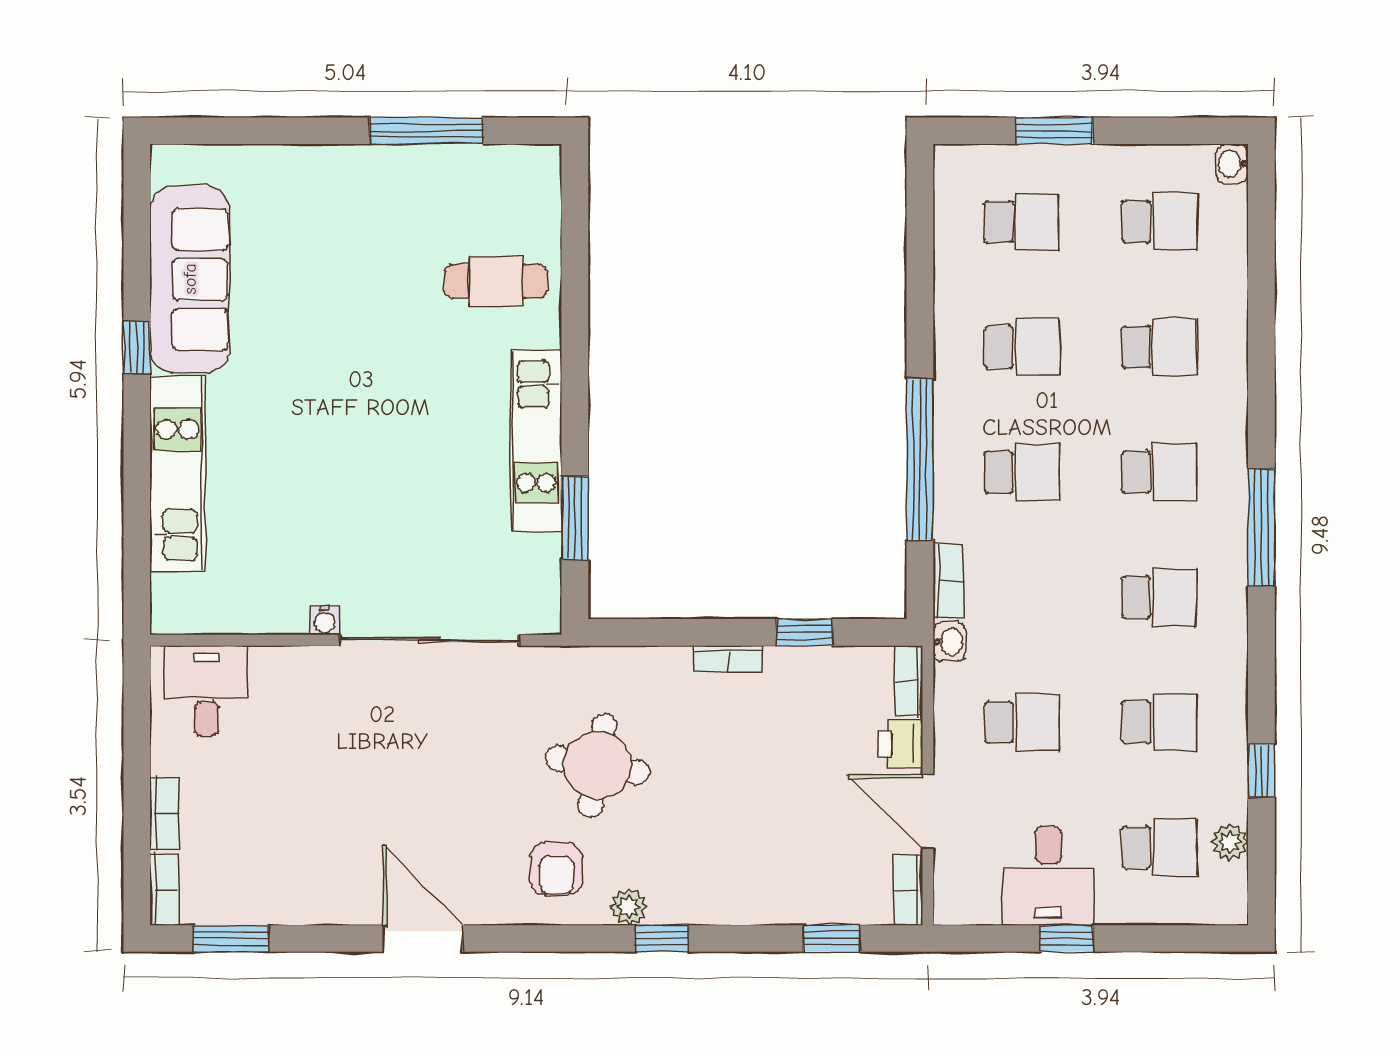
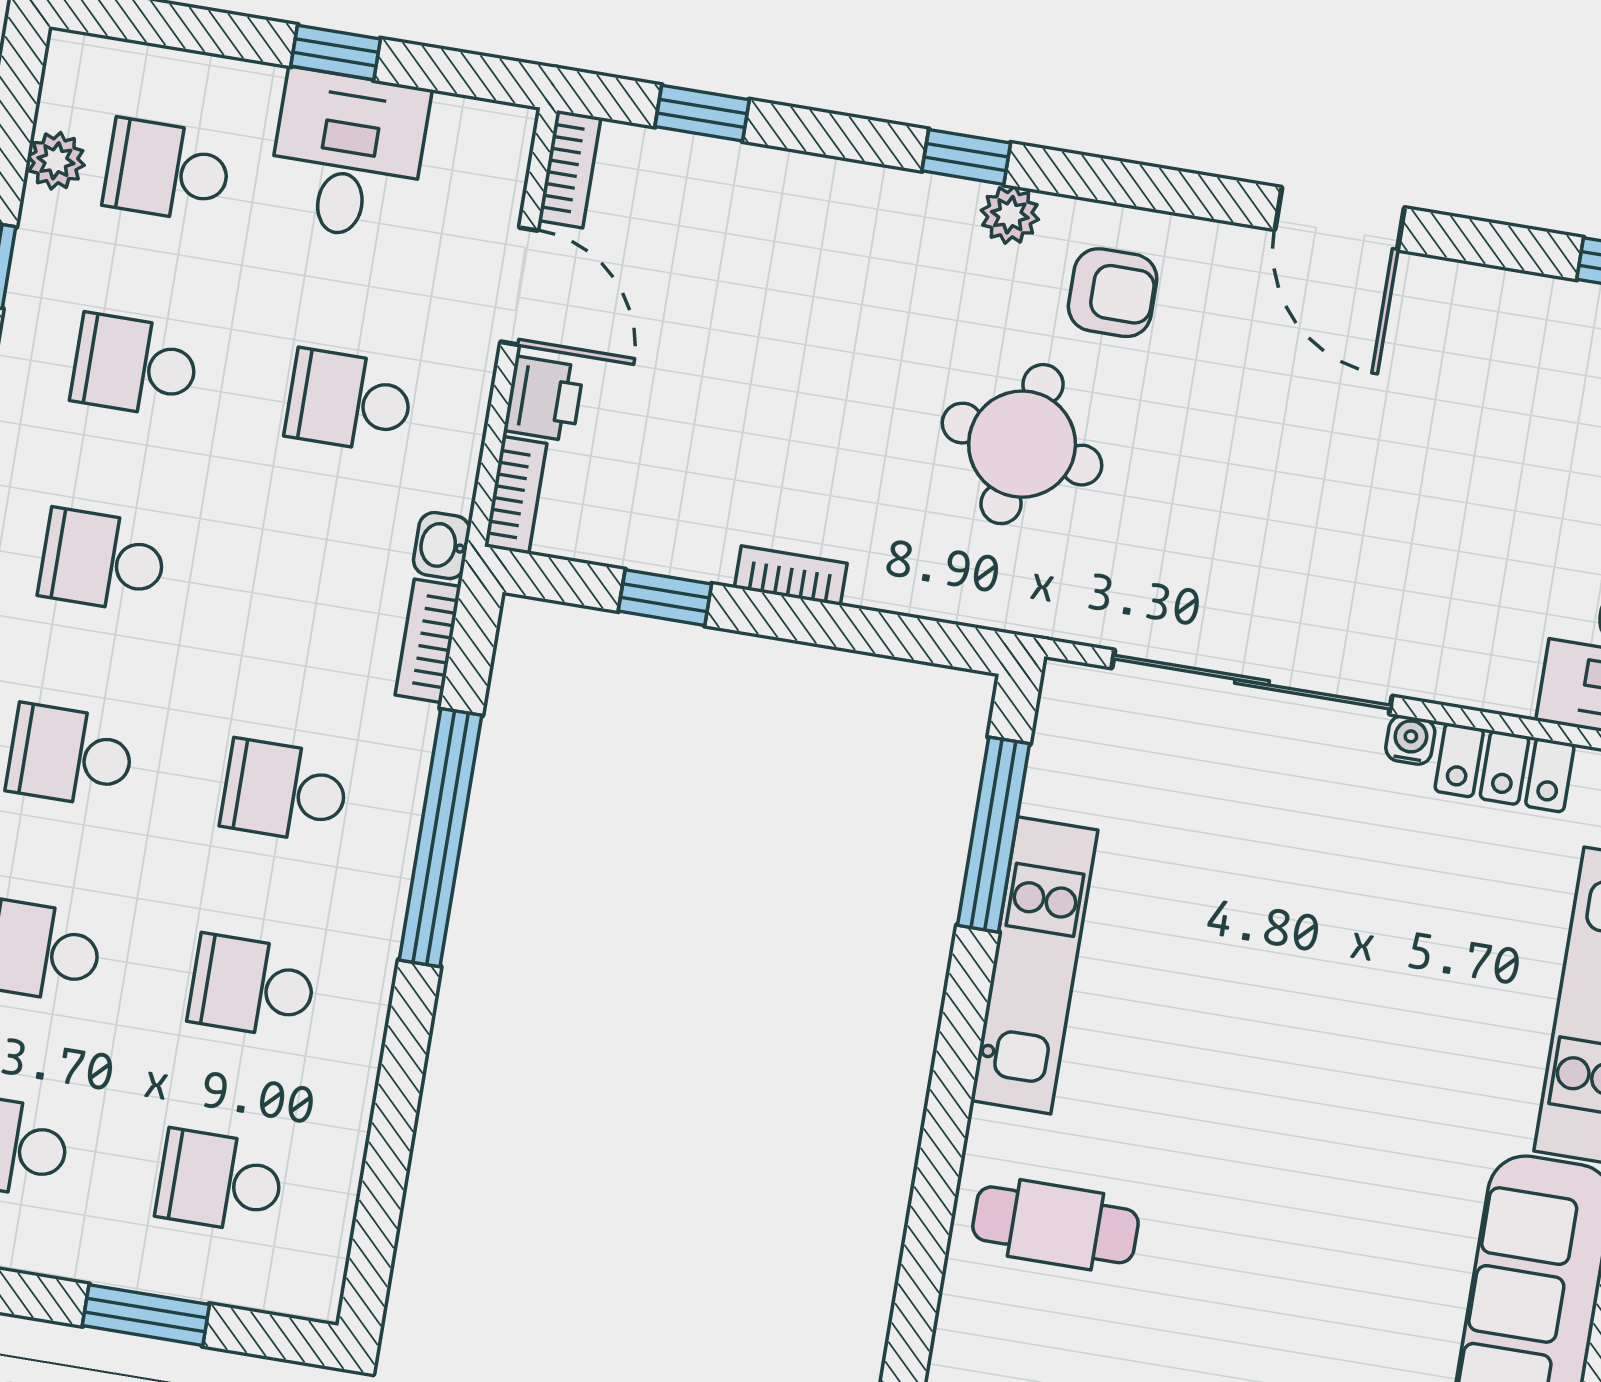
window: (575, 518) -> (994, 835), width x1.44
locker: (263, 613) -> (1505, 768), added
armchair: (557, 869) -> (1113, 293), turned 90

